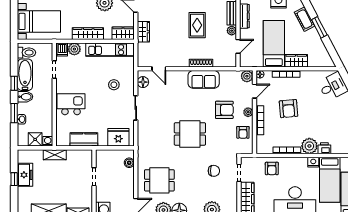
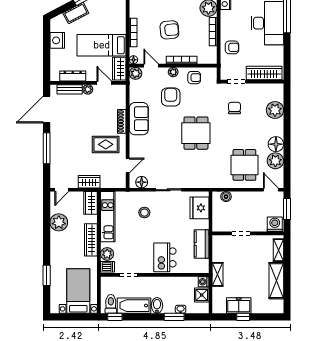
rug: (197, 25) -> (106, 144), moved
wardrobe: (296, 61) -> (119, 69), moved
window: (14, 83) -> (115, 317), moved

